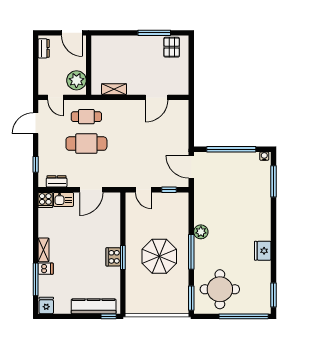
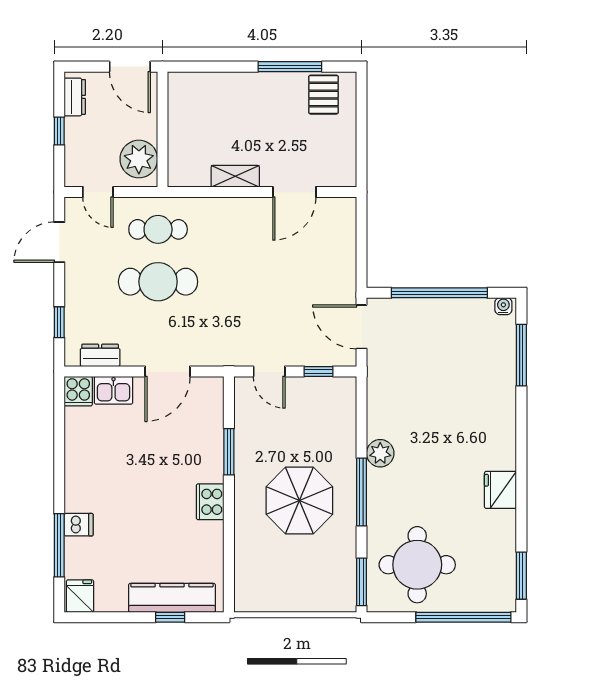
window: (36, 66) -> (59, 131), added
shelving: (114, 89) -> (235, 176), moved
shelving: (43, 250) -> (75, 488), removed
window: (123, 257) -> (229, 452), moved
window: (109, 316) -> (170, 617), moved

